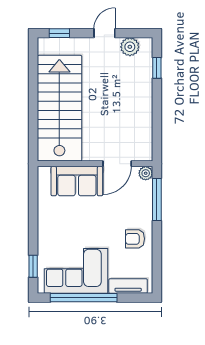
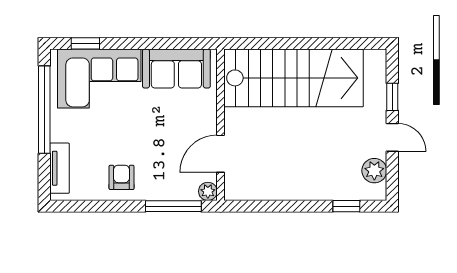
window: (59, 33) -> (392, 97), moved
door: (117, 164) -> (220, 154), hinge flipped
sofa: (77, 181) -> (176, 69), moved, turned -90
corner sofa: (76, 271) -> (99, 79), moved, turned 90

